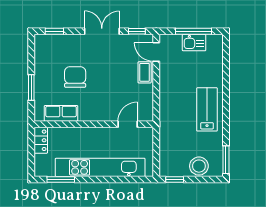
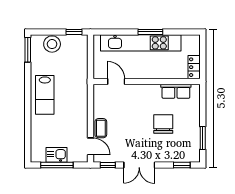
chair: (75, 77) -> (163, 124), turned 180
window: (31, 88) -> (203, 138), moved
door: (128, 124) -> (116, 82), swing flipped
window: (61, 180) -> (150, 32), moved

